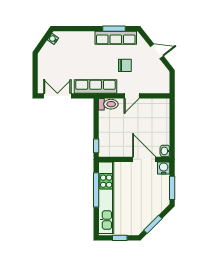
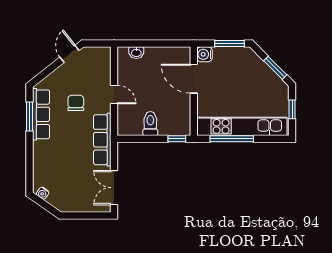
door: (157, 51) -> (70, 54), moved
toilet: (108, 104) -> (150, 124), moved
washbasin: (165, 151) -> (136, 53), moved
door: (144, 159) -> (194, 79), hinge flipped

